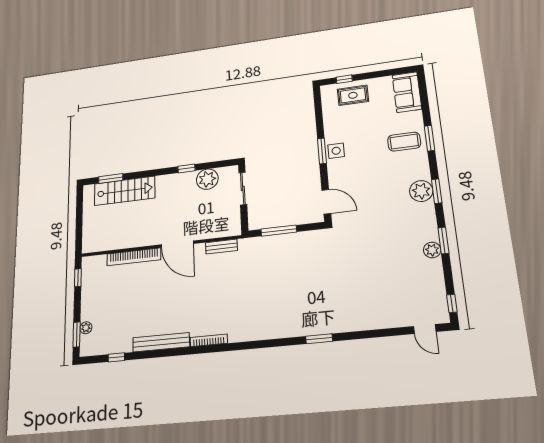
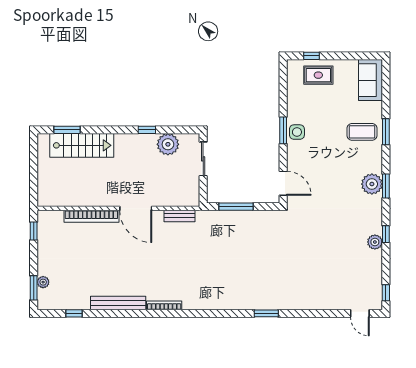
window: (443, 240) -> (386, 234), width x0.67

